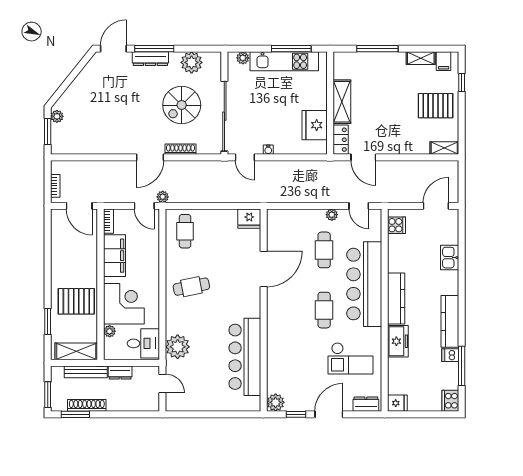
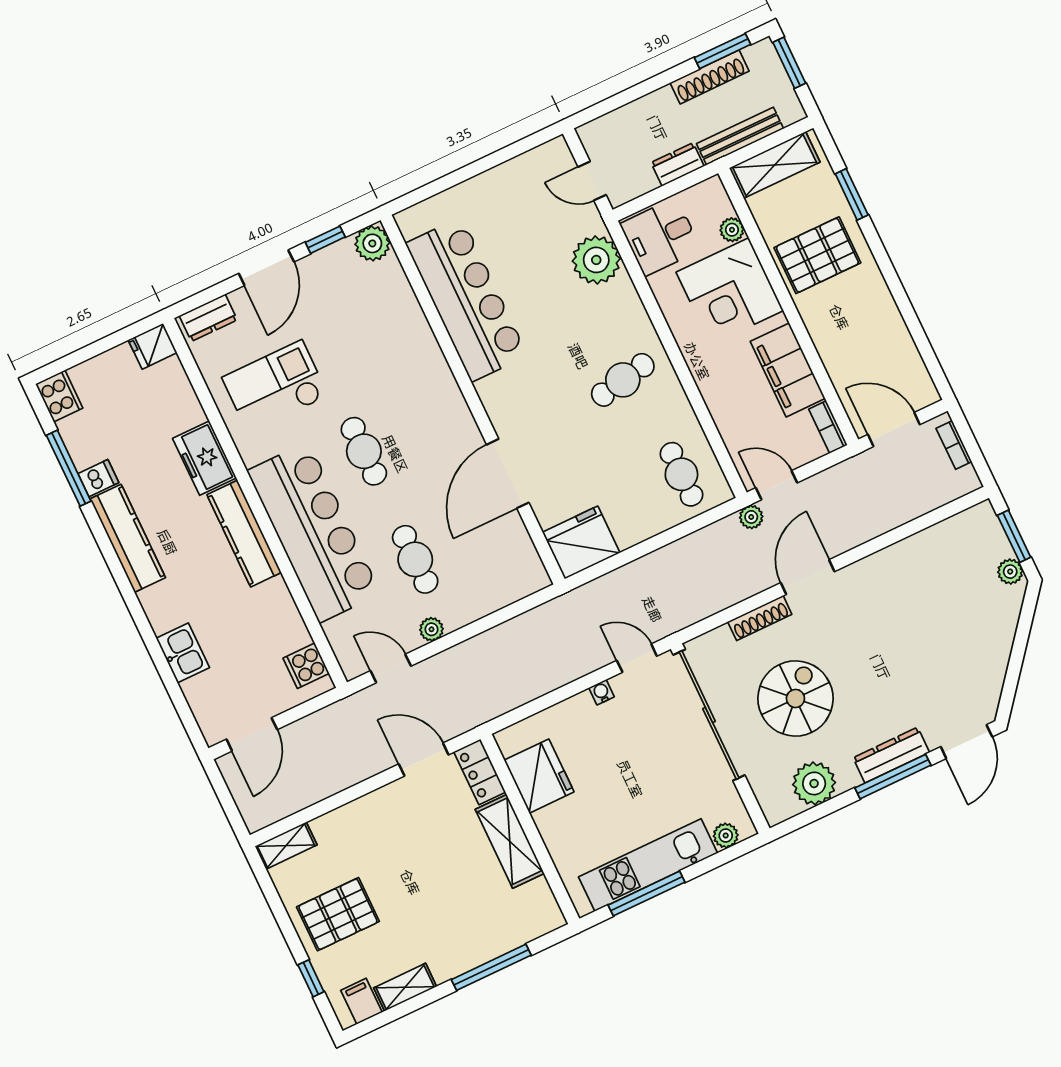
fridge: (249, 219) -> (581, 543), width x1.36, depth x1.34

